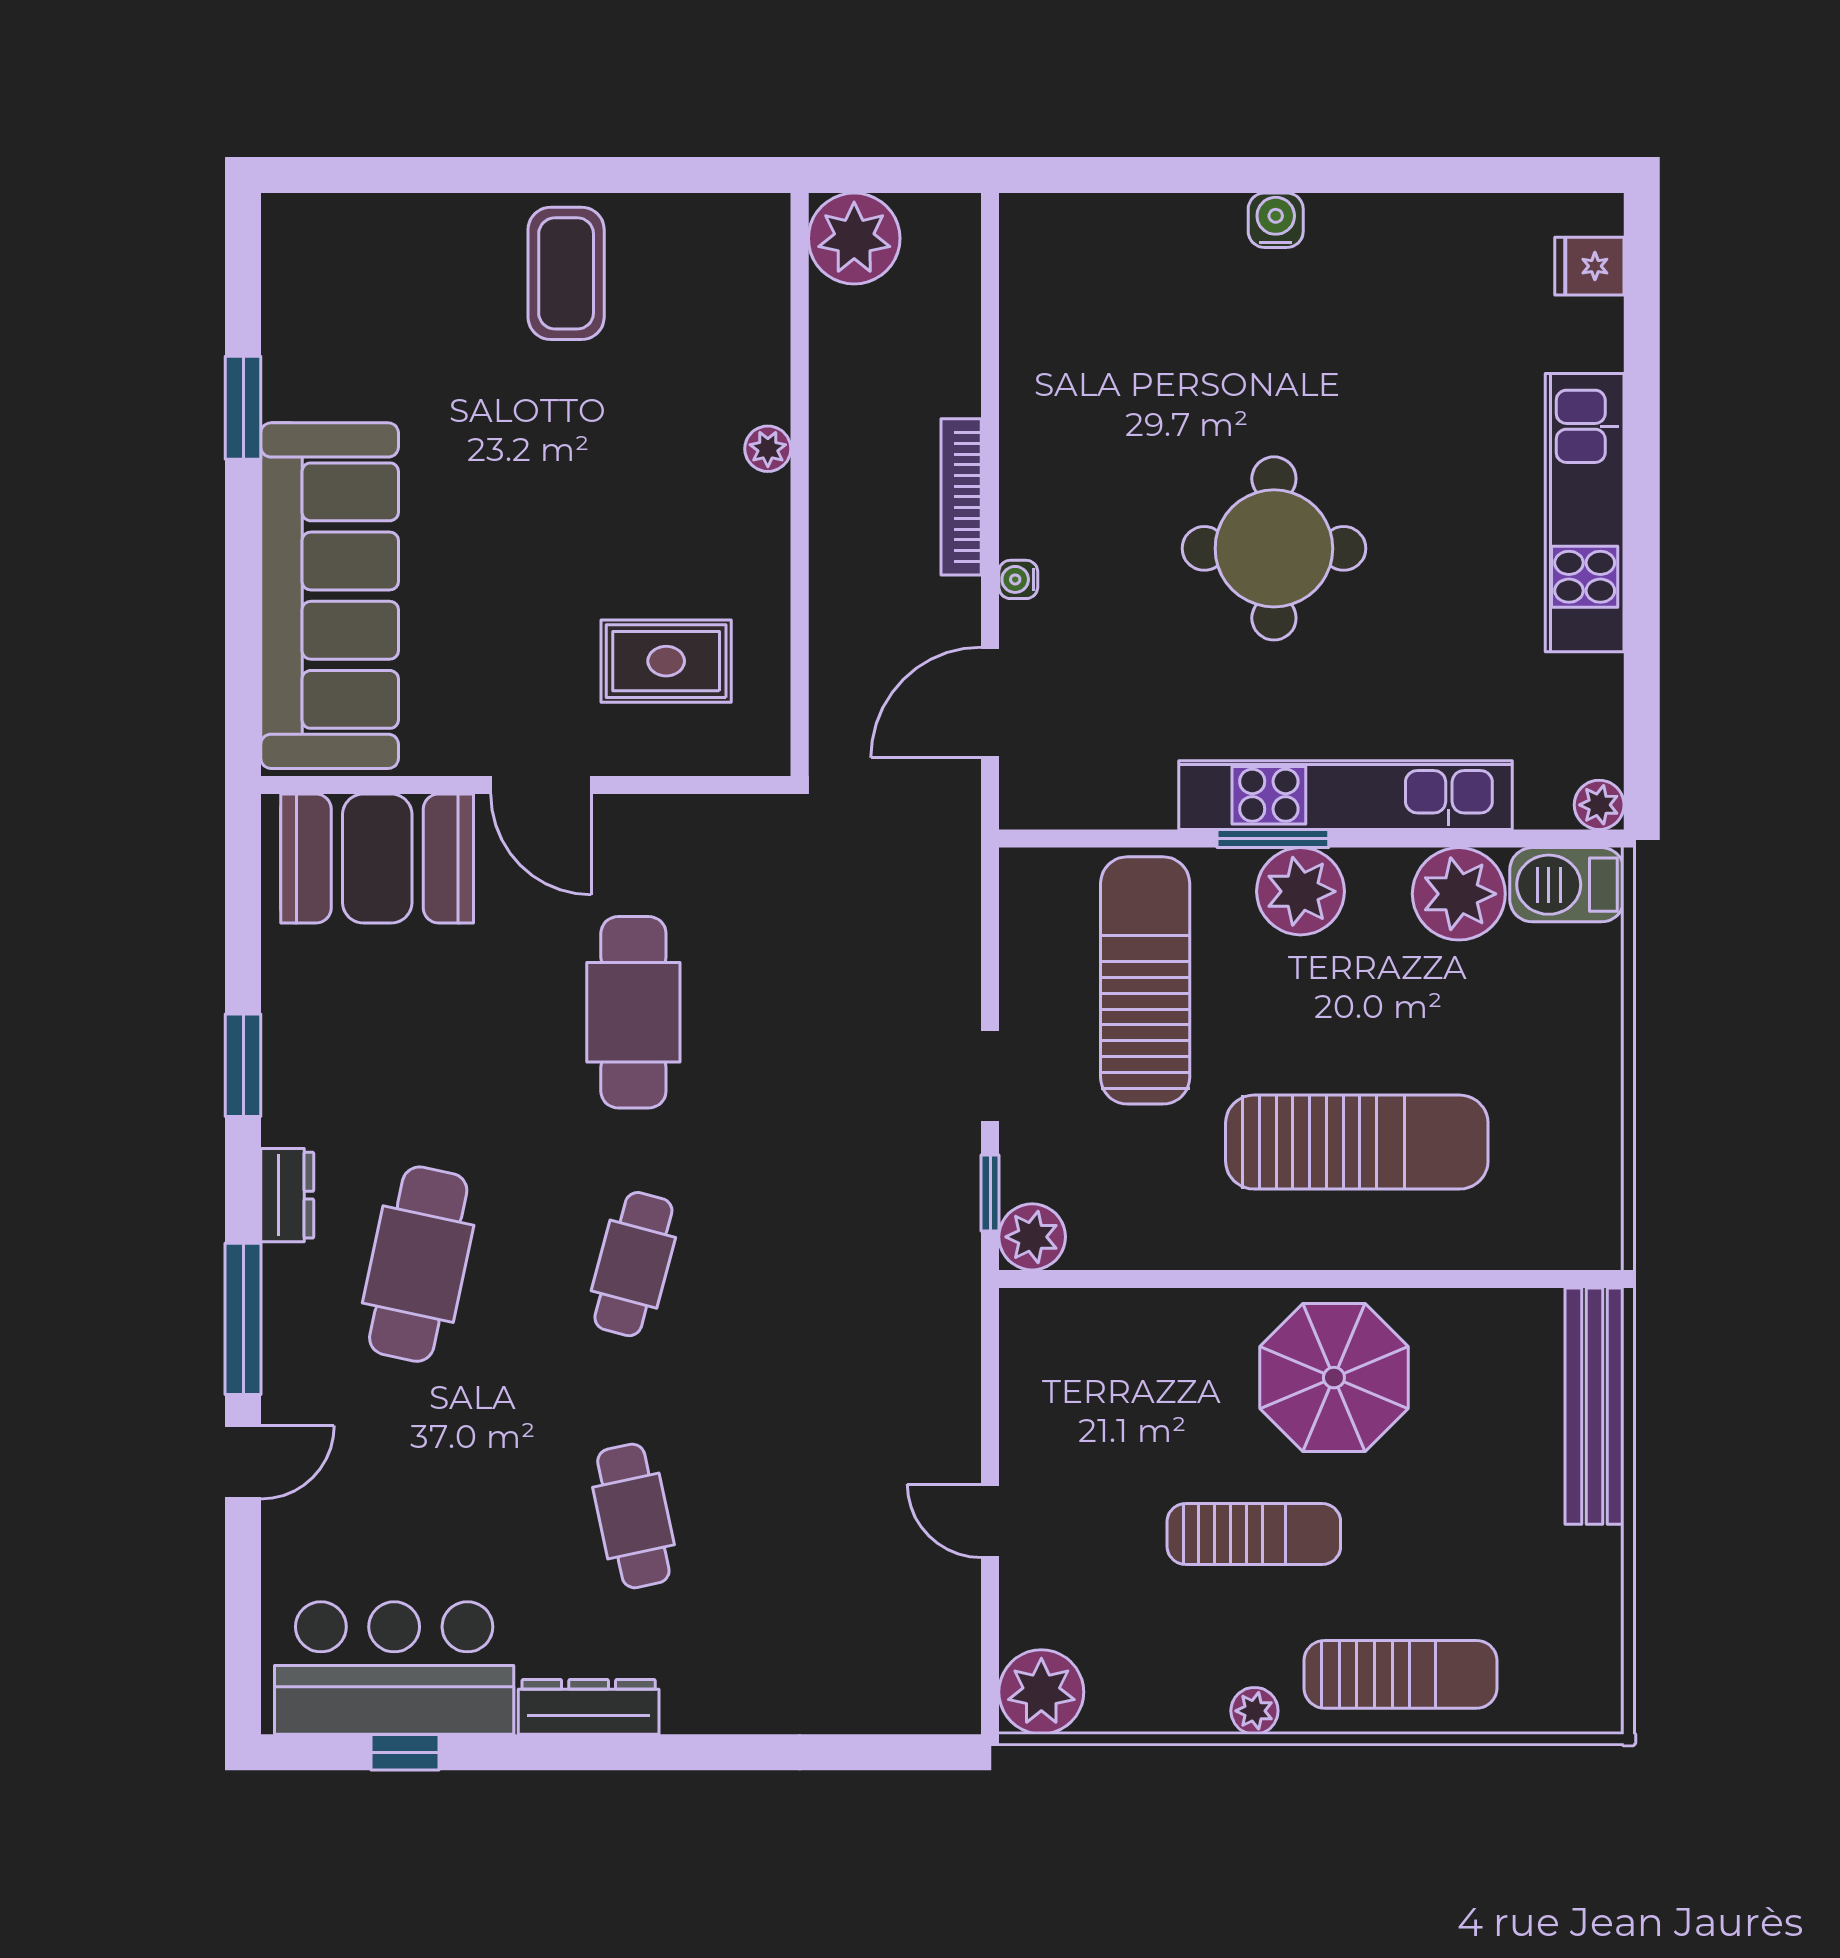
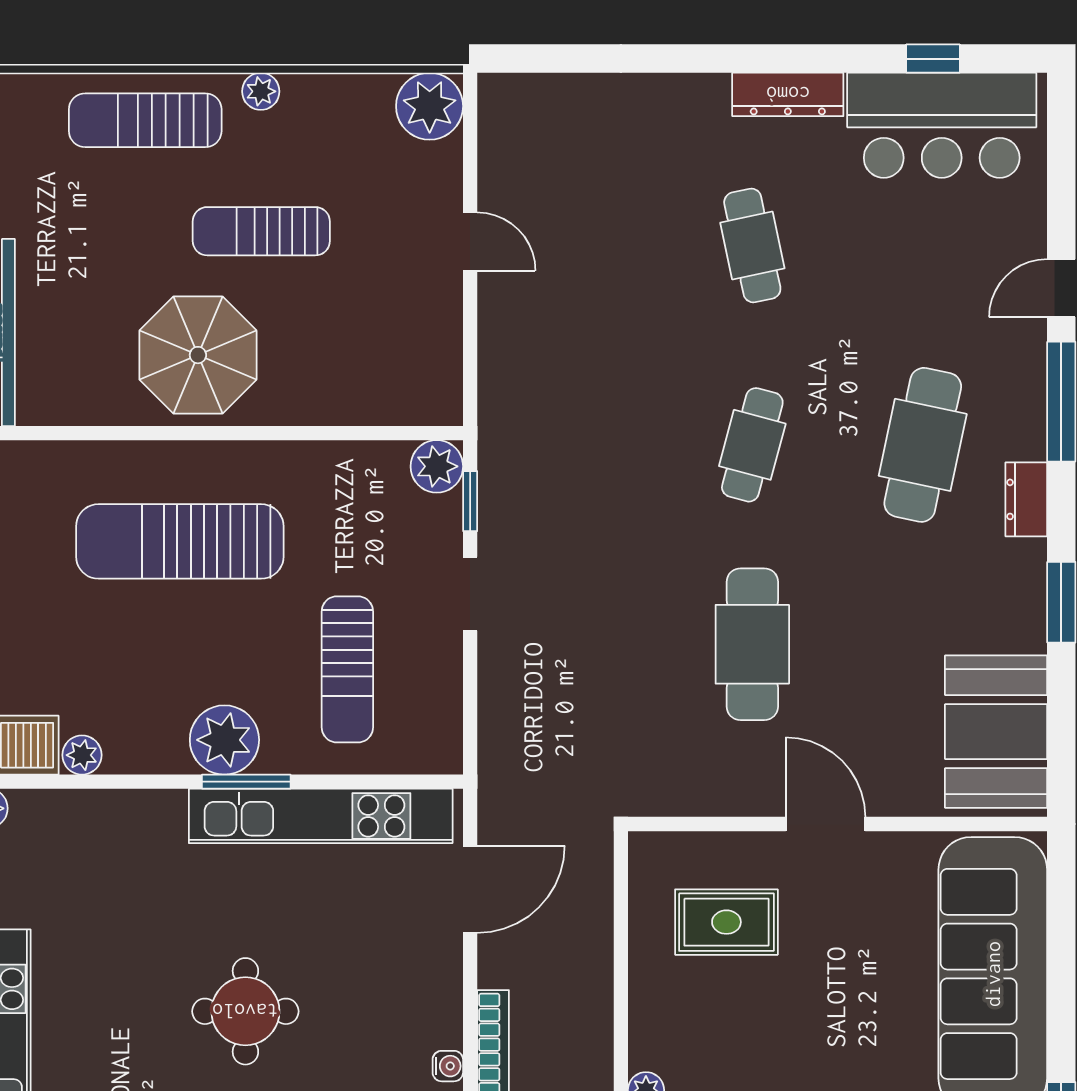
round table: (1274, 548) -> (245, 1011), width x0.73, depth x0.73
water cooler: (1018, 579) -> (448, 1066), moved
kitchen unit: (1346, 795) -> (321, 816), moved
booth: (377, 858) -> (996, 732), moved, turned 90
plant: (1459, 894) -> (82, 755), width x0.53, depth x0.53
sun lounger: (1145, 980) -> (347, 669), width x0.73, depth x0.75

